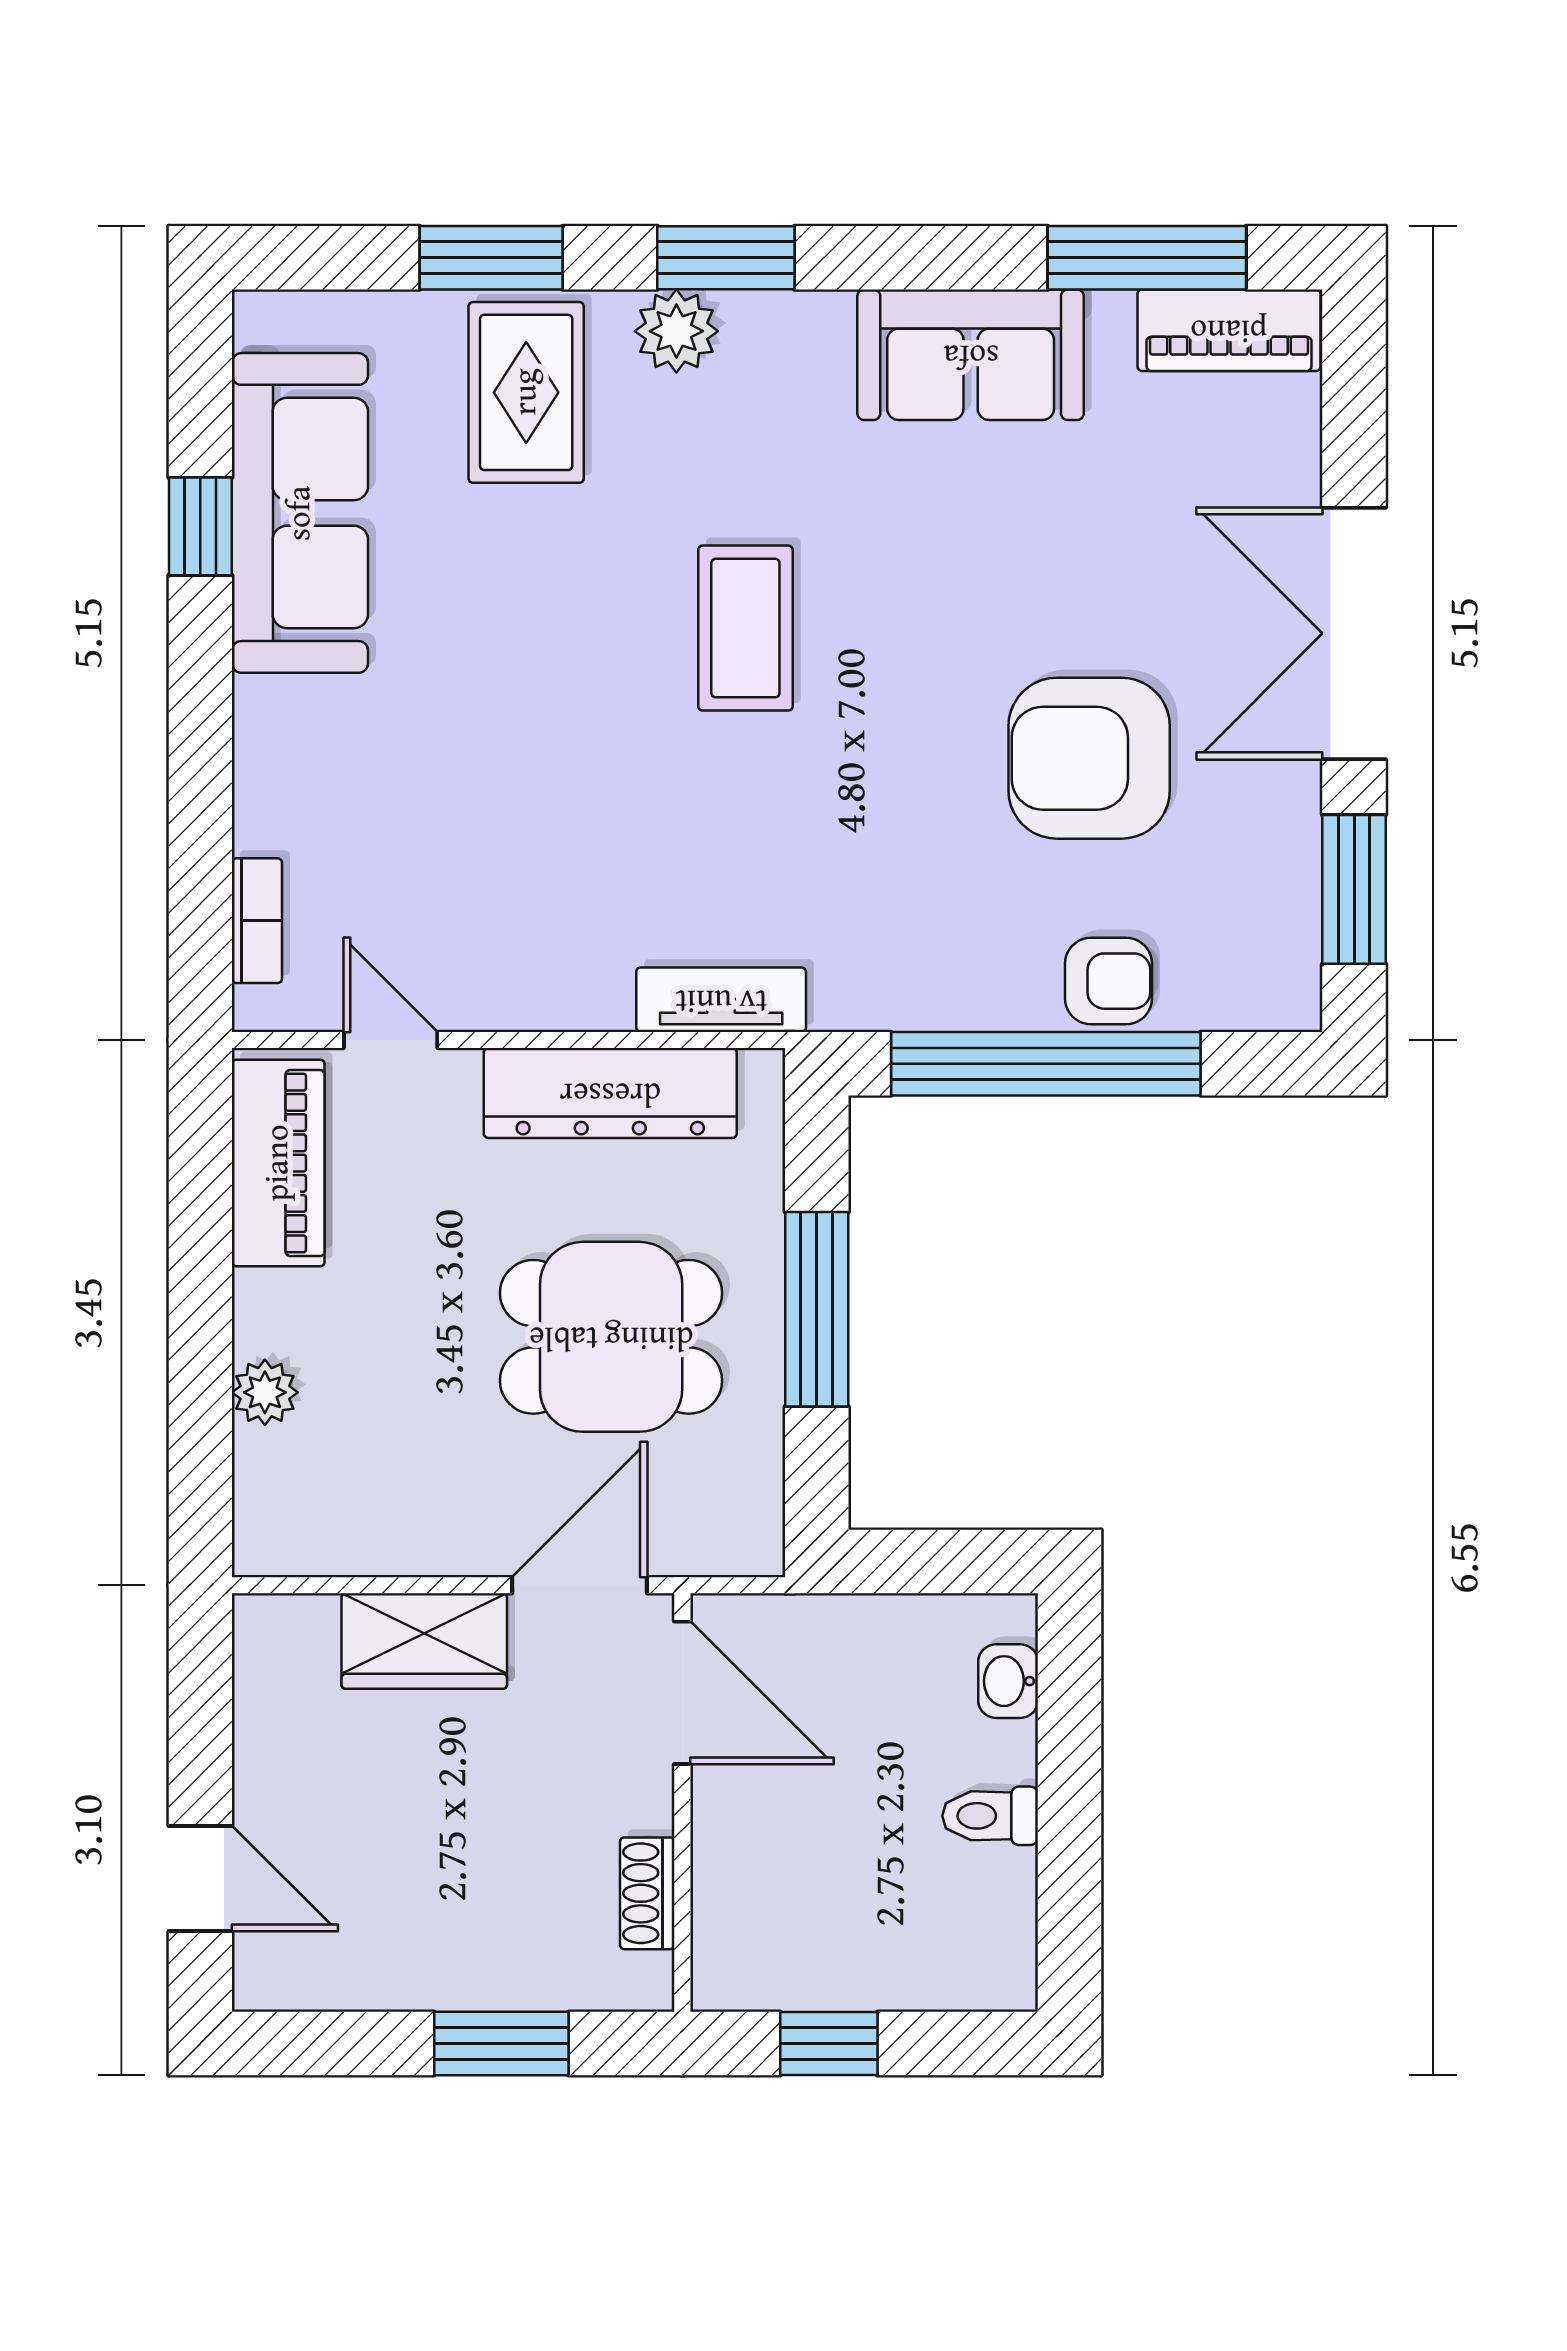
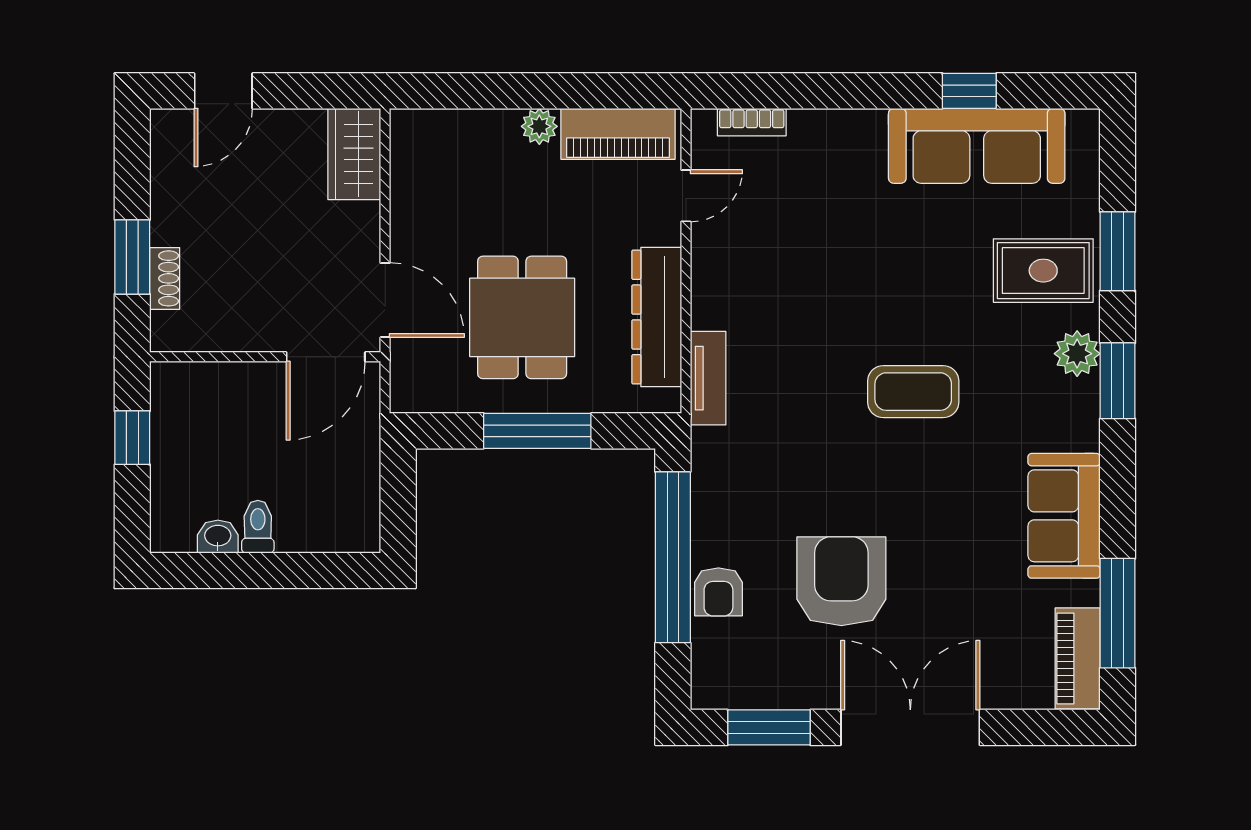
plant: (265, 1392) -> (539, 126), moved
wardrobe: (424, 1641) -> (354, 154), moved
washbasin: (1008, 1681) -> (218, 537), moved
shoe rack: (647, 1893) -> (165, 278), moved, turned 90

